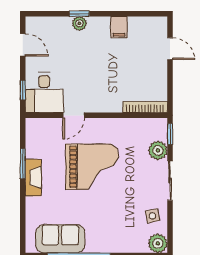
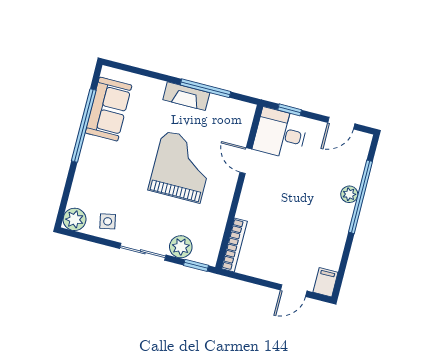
window: (79, 14) -> (360, 197), width x3.17
filing cabinet: (119, 27) -> (325, 282), moved, turned 90
window: (23, 164) -> (205, 88), width x1.44
grand piano: (92, 167) -> (182, 167), turned 180

